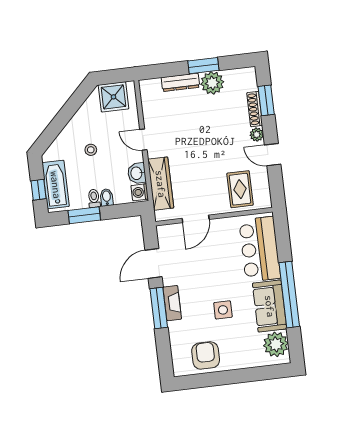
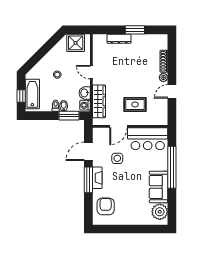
plant: (212, 83) -> (139, 41), removed
window: (266, 100) -> (172, 57), removed
door: (273, 155) -> (172, 91), hinge flipped
rug: (240, 189) -> (135, 104), moved, turned 90
window: (84, 215) -> (69, 116), moved
bar counter: (260, 249) -> (148, 139), moved, turned -90
window: (289, 295) -> (172, 167), moved
side table: (223, 310) -> (117, 158), moved
armchair: (206, 355) -> (106, 206), moved

